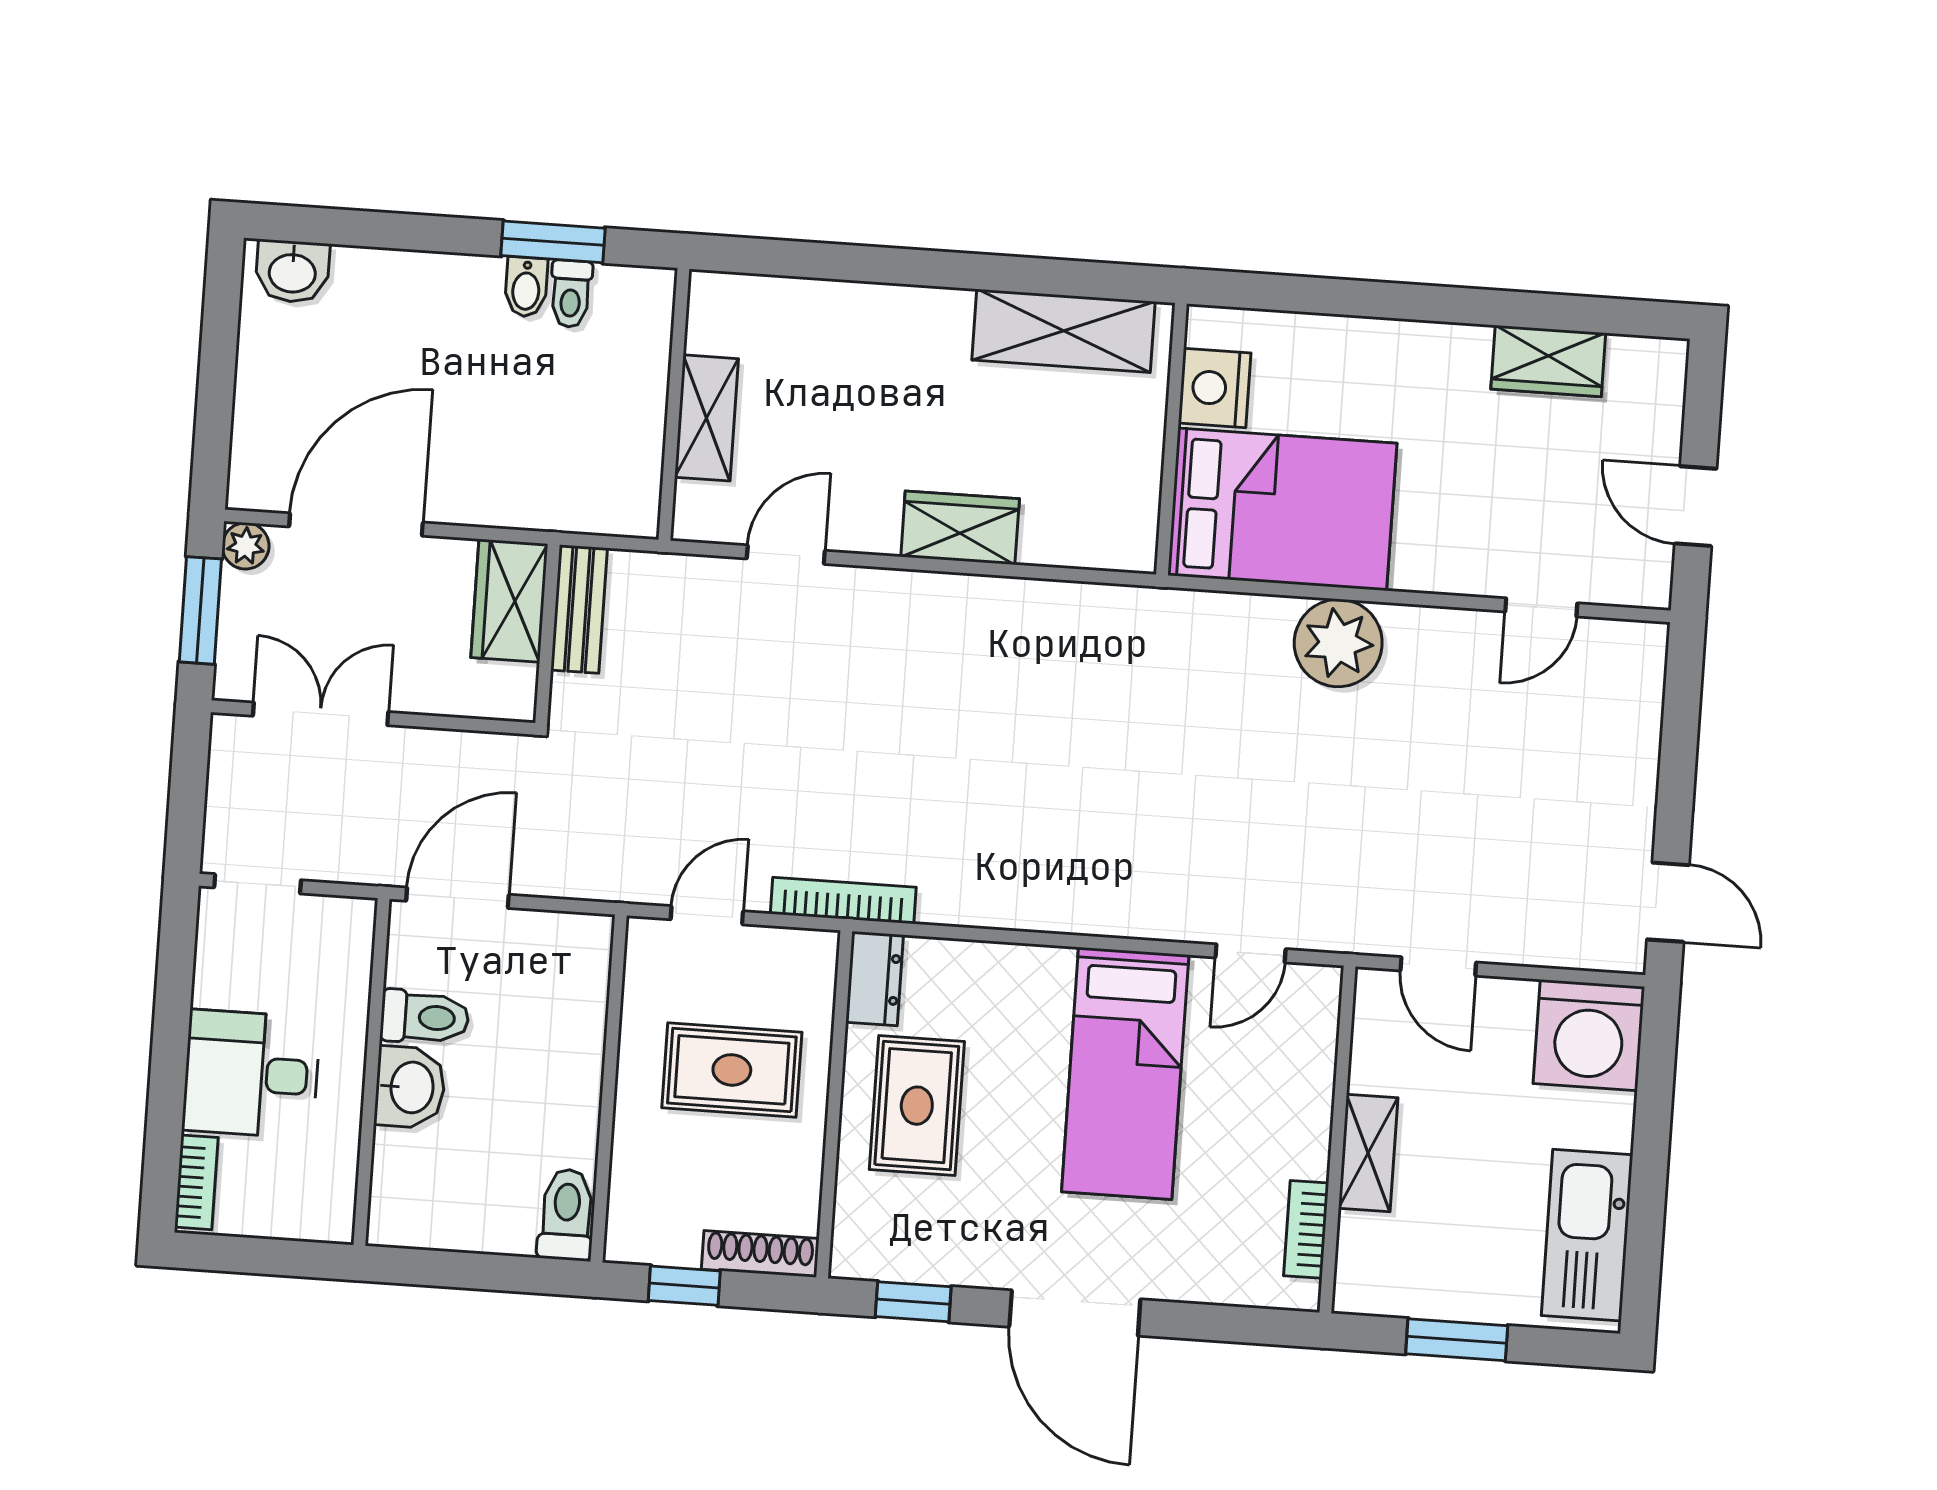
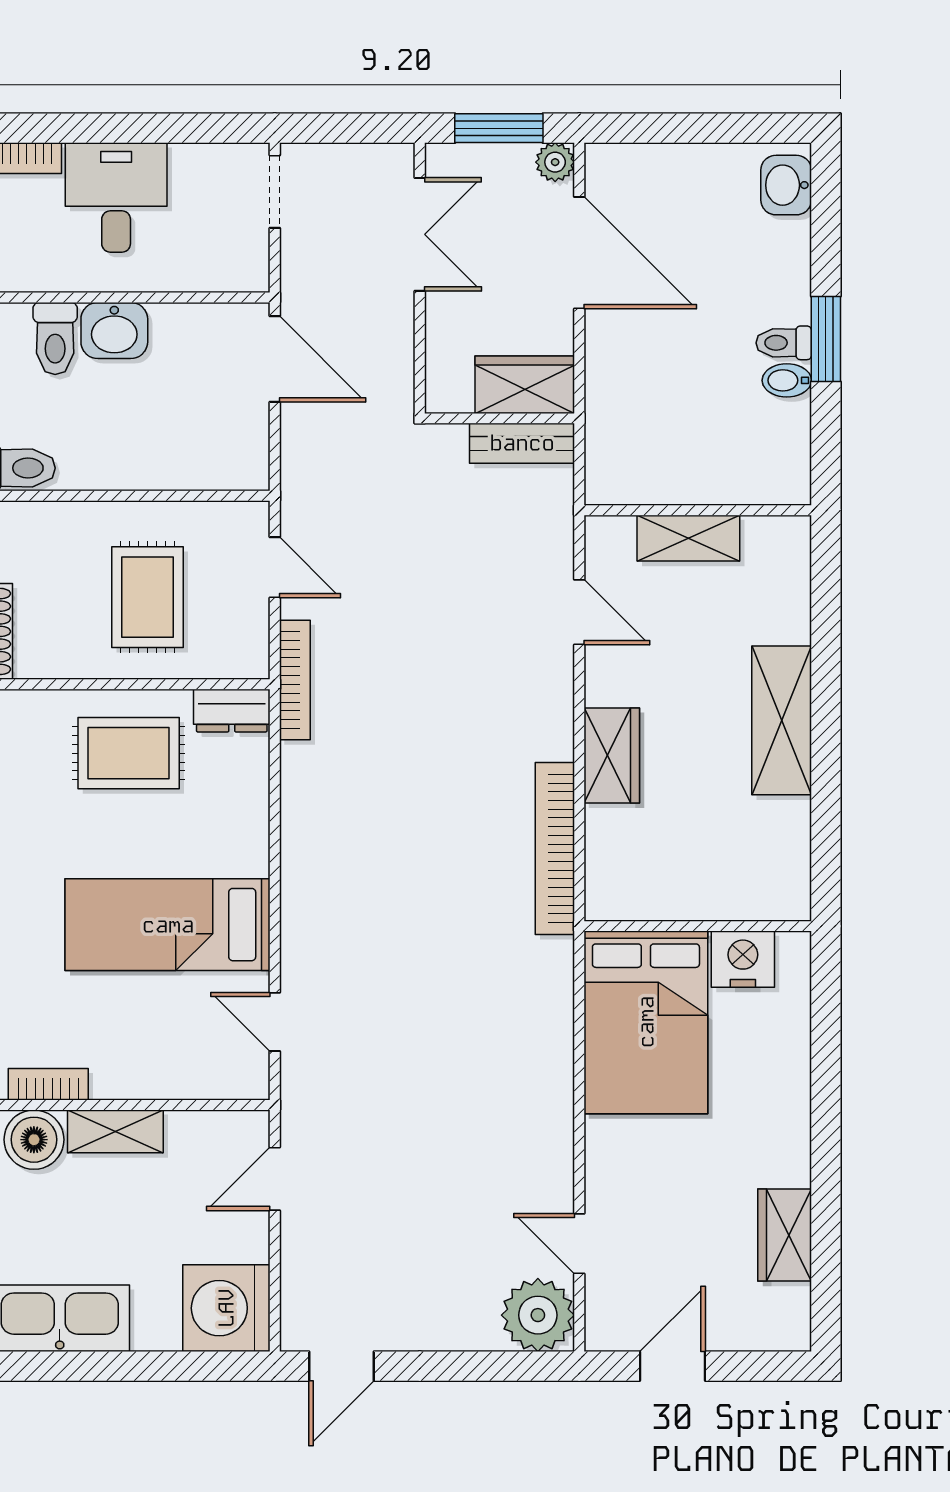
window: (553, 242) -> (826, 339), moved
toilet: (571, 294) -> (784, 343), moved
shelving: (1063, 331) -> (782, 720), moved
bookcase: (1067, 604) -> (555, 848), added
plant: (1338, 643) -> (538, 1315), moved
toilet: (425, 1017) -> (55, 339), moved
boiler: (1371, 1251) -> (34, 1140), added

